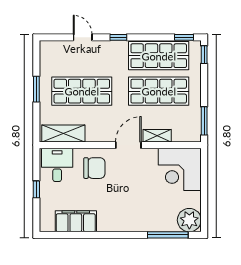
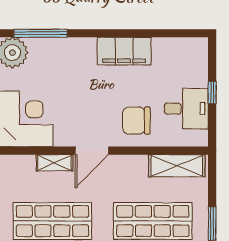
desk: (57, 165) -> (186, 109), moved, turned -90
filing cabinet: (76, 221) -> (124, 51), moved

